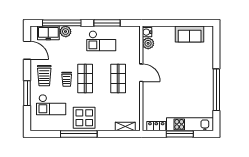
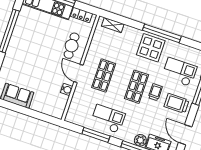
water cooler: (147, 32) -> (67, 90), moved
plant: (148, 43) -> (62, 100), removed
trolley: (44, 76) -> (176, 103), turned -90
cafe table: (156, 95) -> (72, 46), added

